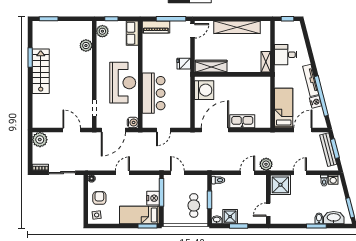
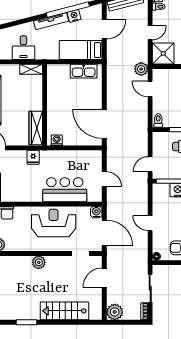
plant: (86, 46) -> (39, 262), moved
stairs: (41, 71) -> (64, 311), moved
washing machine: (204, 90) -> (57, 140), width x0.53, depth x0.53
kitchen sink: (242, 121) -> (84, 71), moved, turned -90
door: (303, 130) -> (104, 29), swing flipped
door: (300, 173) -> (150, 33), swing flipped

